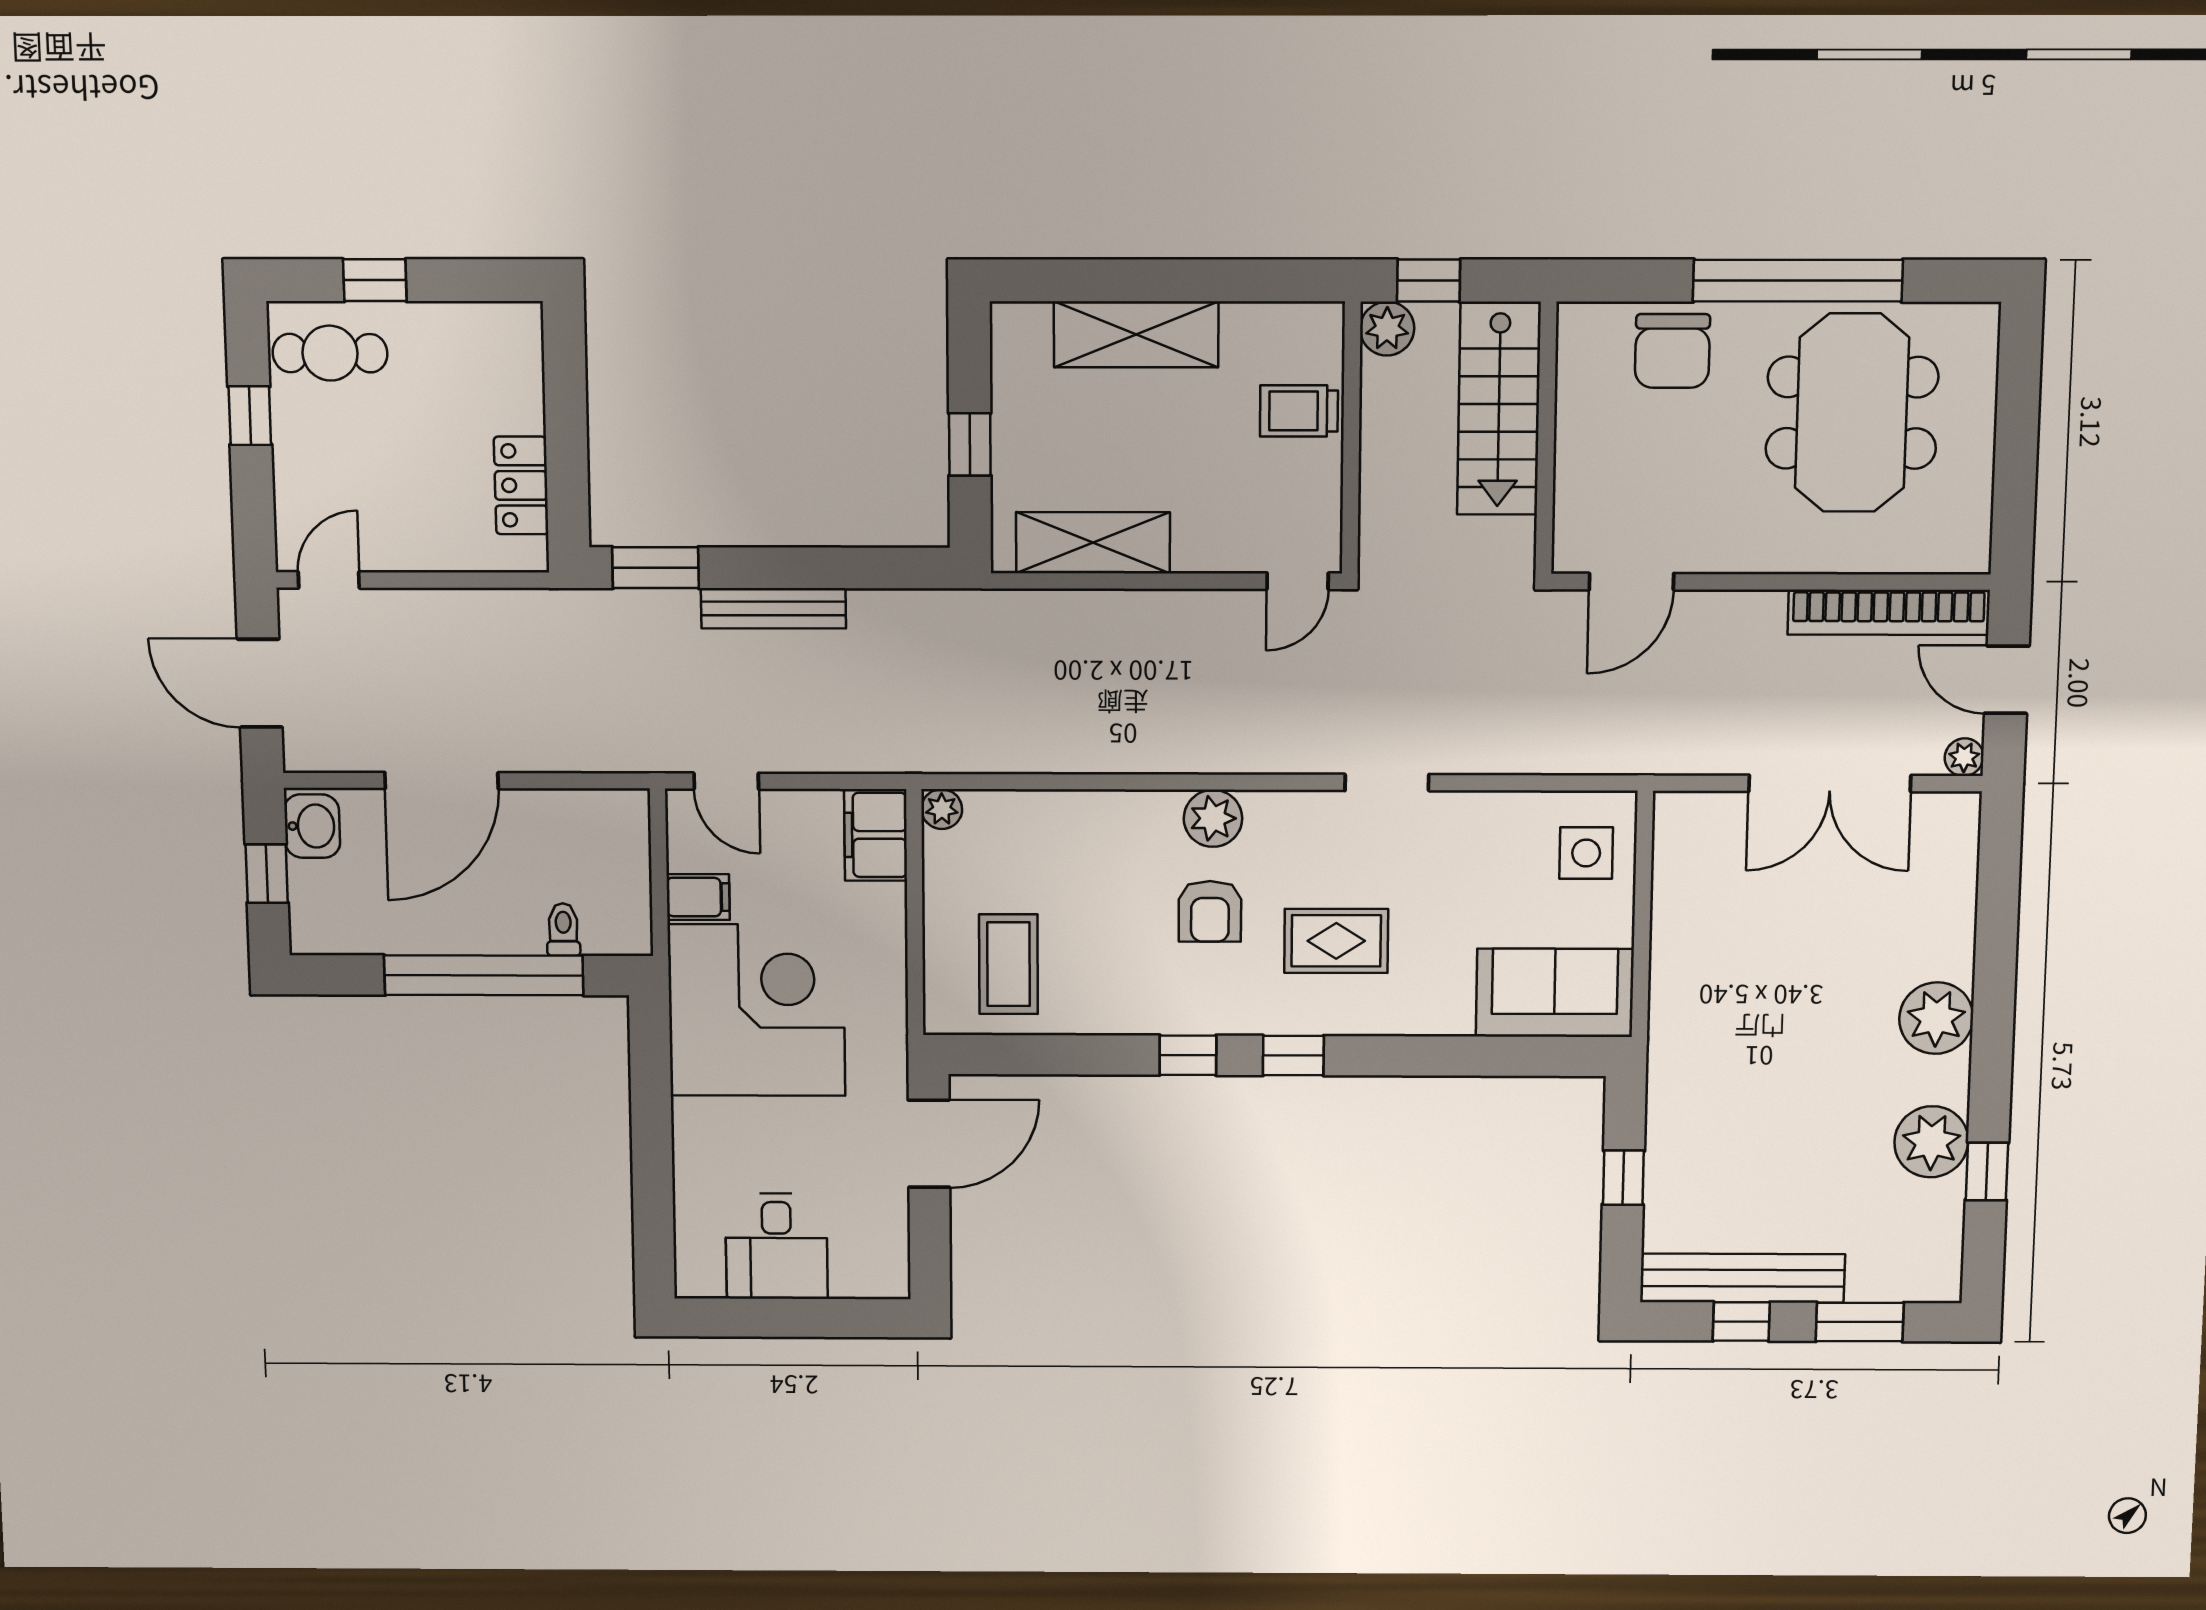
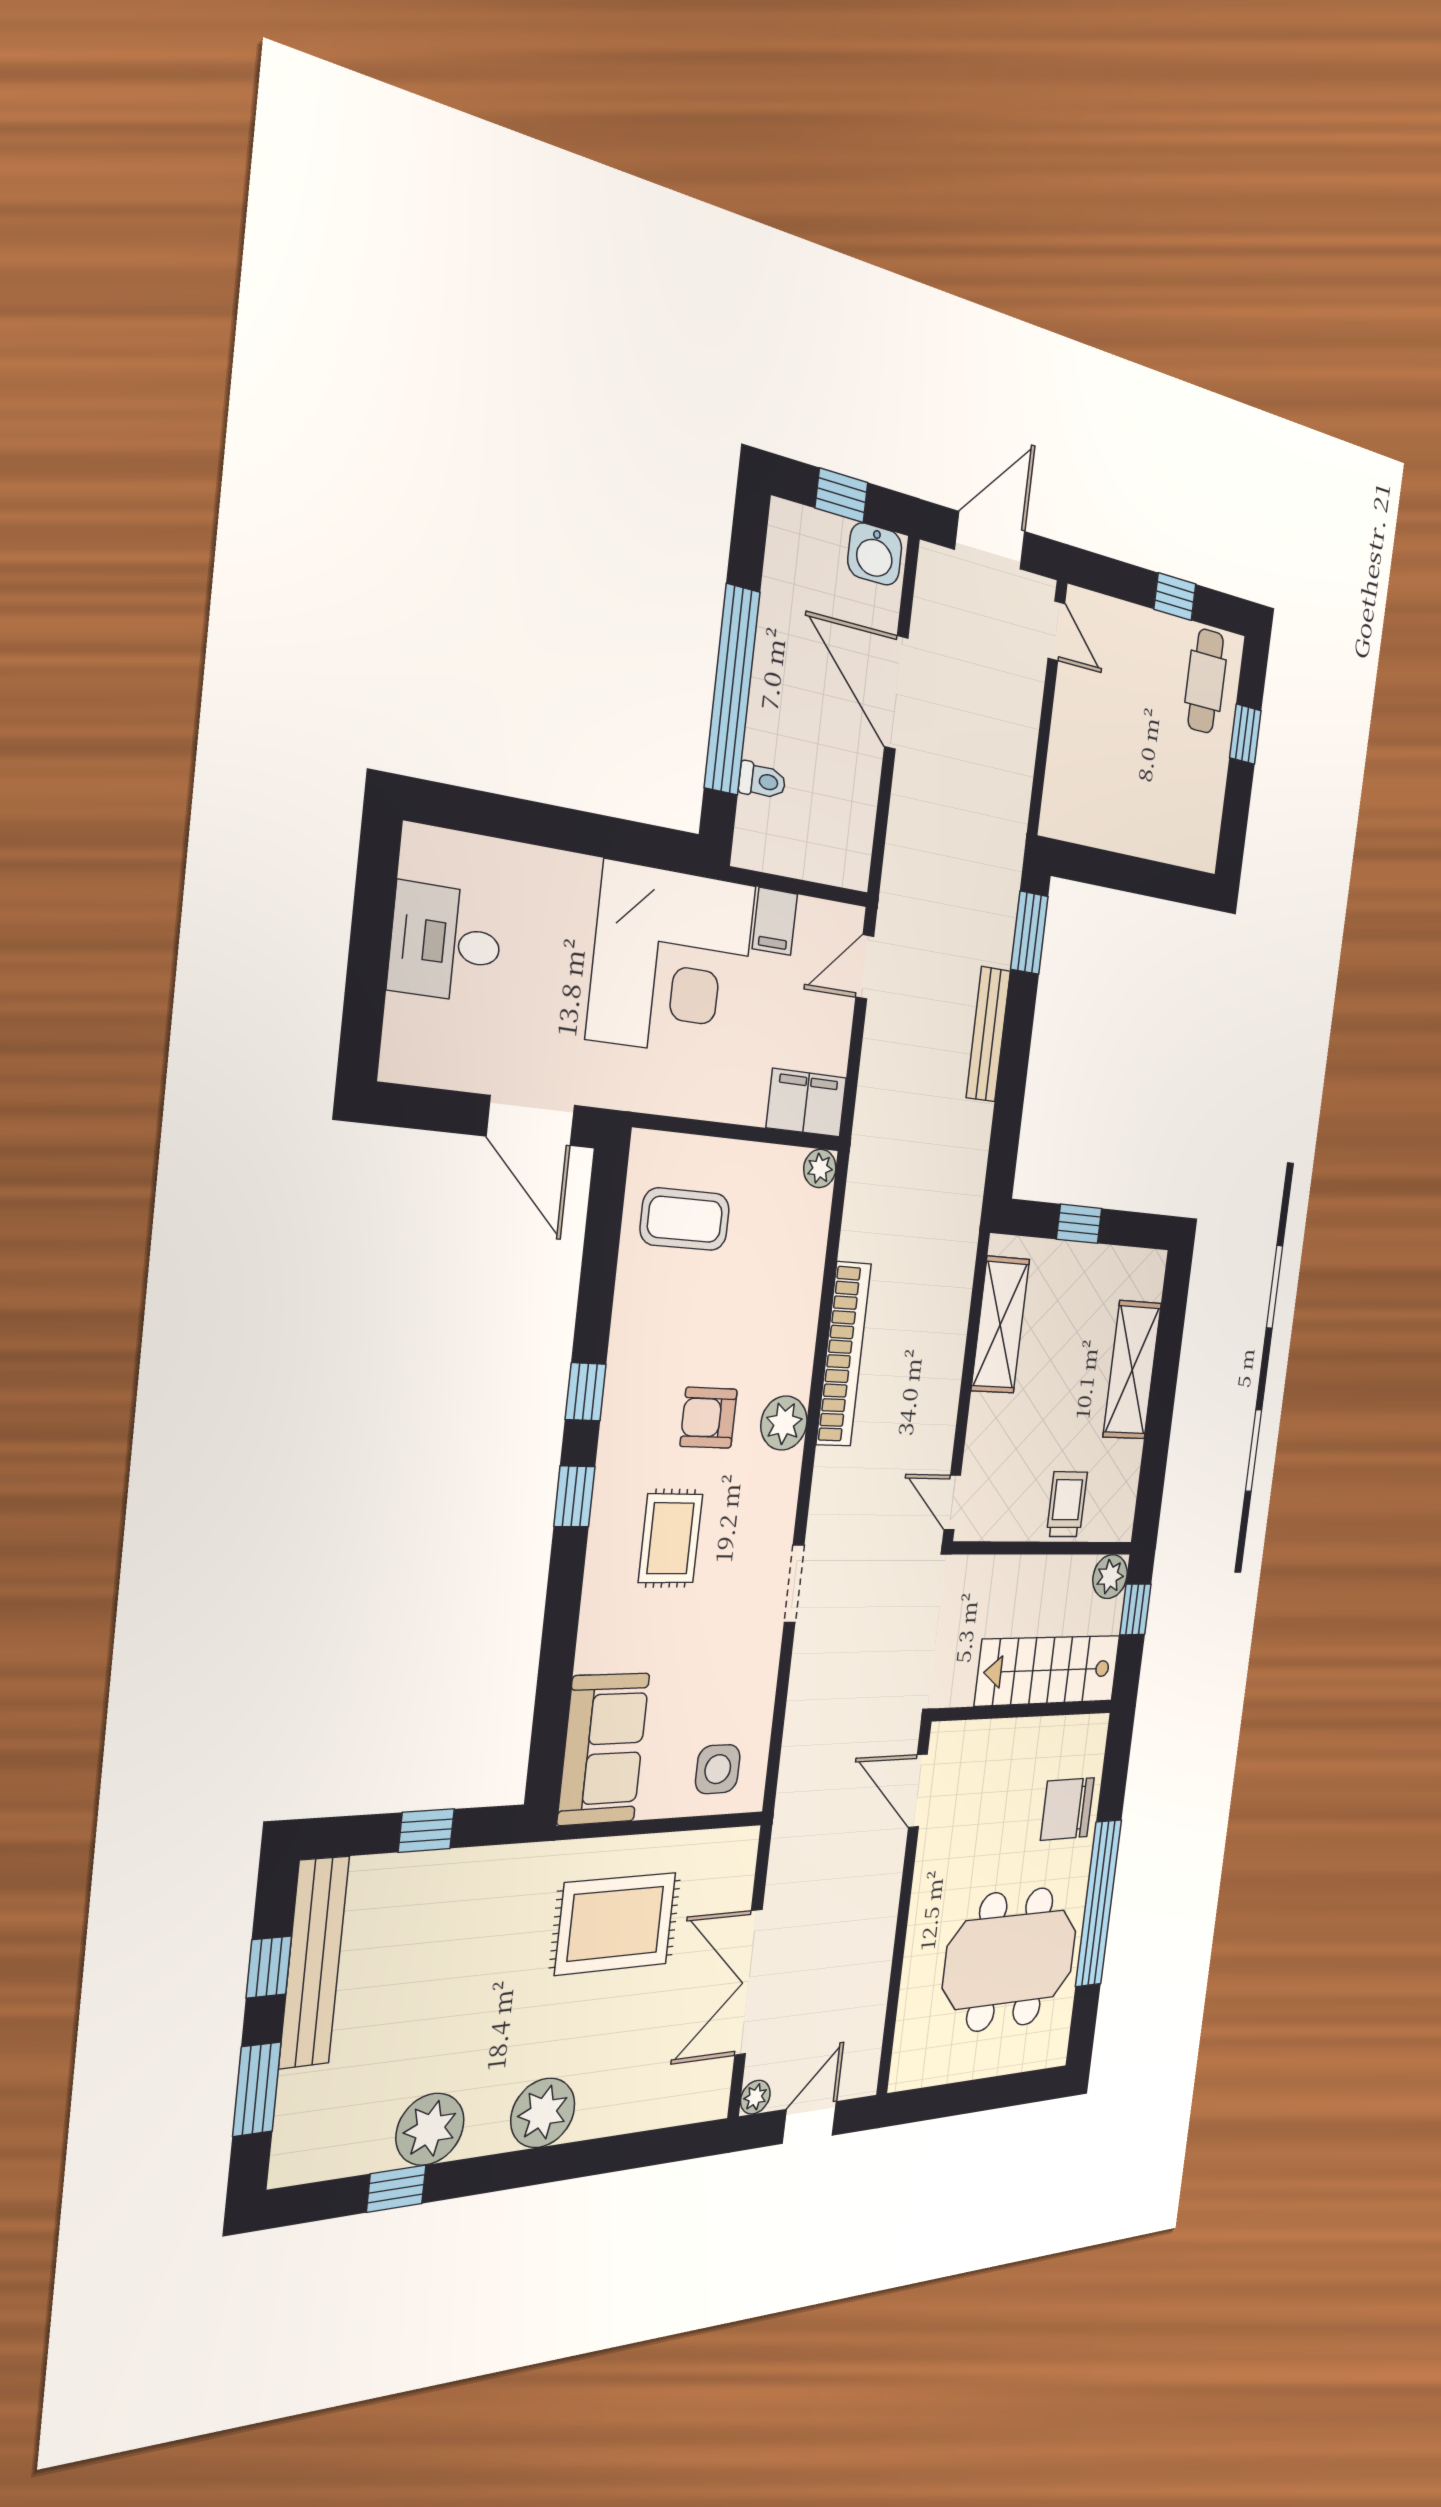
locker: (521, 485) -> (1100, 825), removed
bookcase: (1889, 612) -> (844, 1354), moved, turned 180
rug: (1743, 957) -> (616, 1924), added

